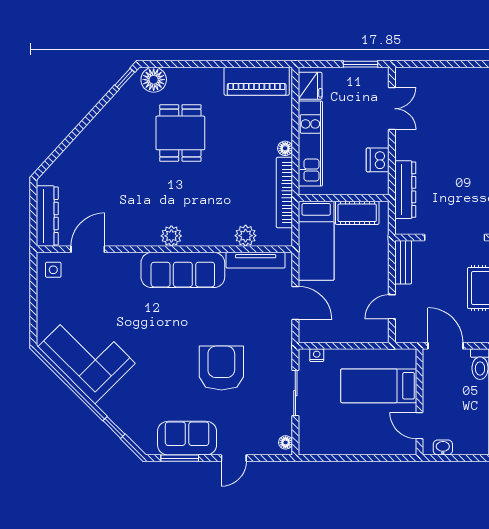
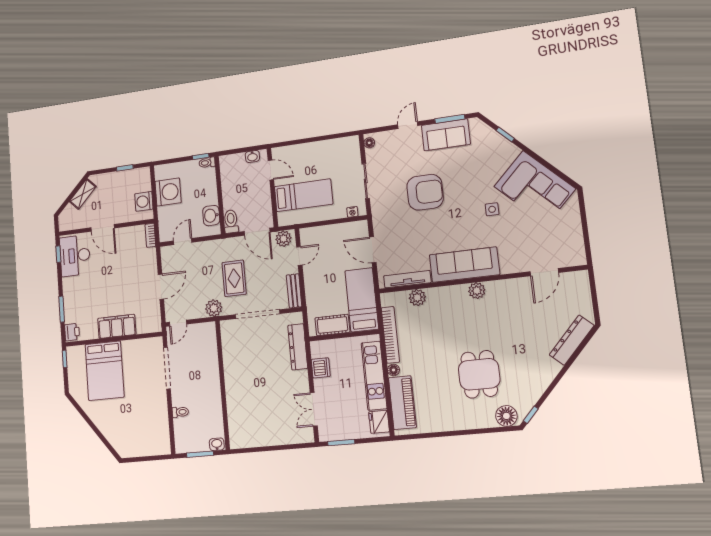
piano: (257, 81) -> (402, 403), moved, turned 90
dresser: (47, 216) -> (572, 340), moved, turned 42
side table: (53, 270) -> (492, 209), moved
plant: (411, 332) -> (283, 239), added
armchair: (221, 368) -> (425, 192), turned -90

